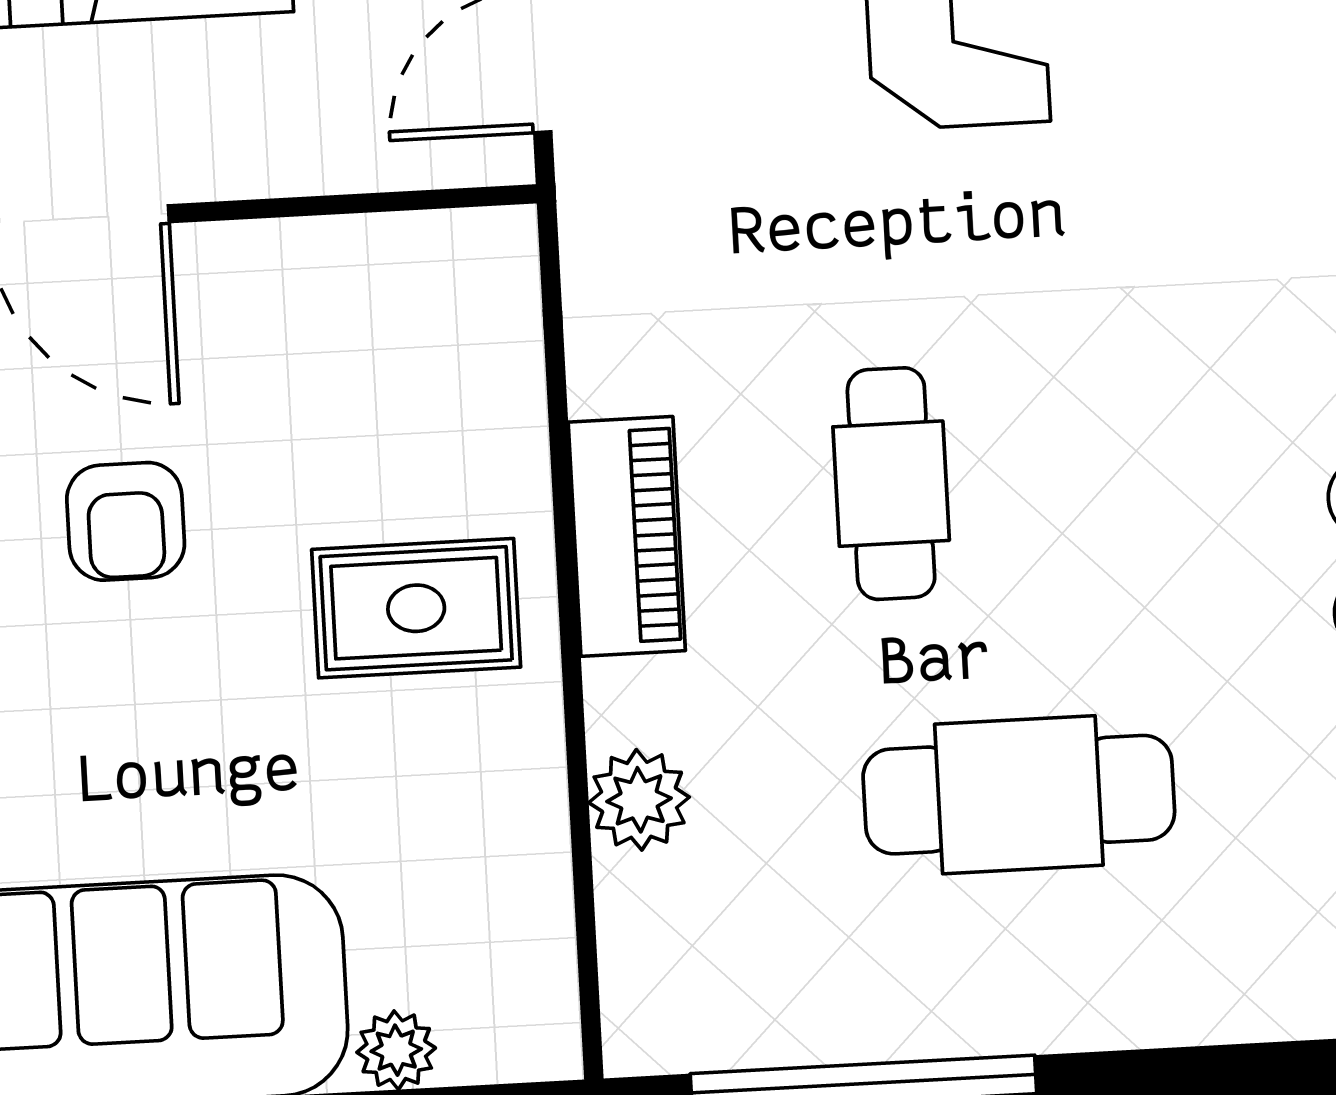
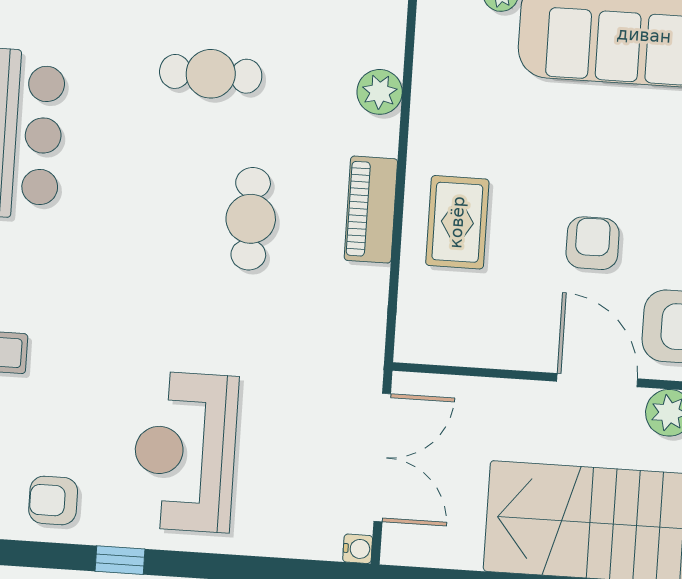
rug: (416, 608) -> (457, 222), moved, turned 90
cafe table: (1019, 795) -> (211, 74), width x0.73, depth x0.74

